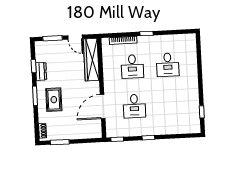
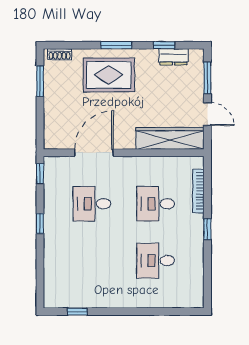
door: (75, 37) -> (207, 114), swing flipped
dresser: (41, 71) -> (173, 57), moved
rug: (54, 100) -> (109, 75), width x1.36, depth x1.43
door: (103, 106) -> (94, 153), hinge flipped

